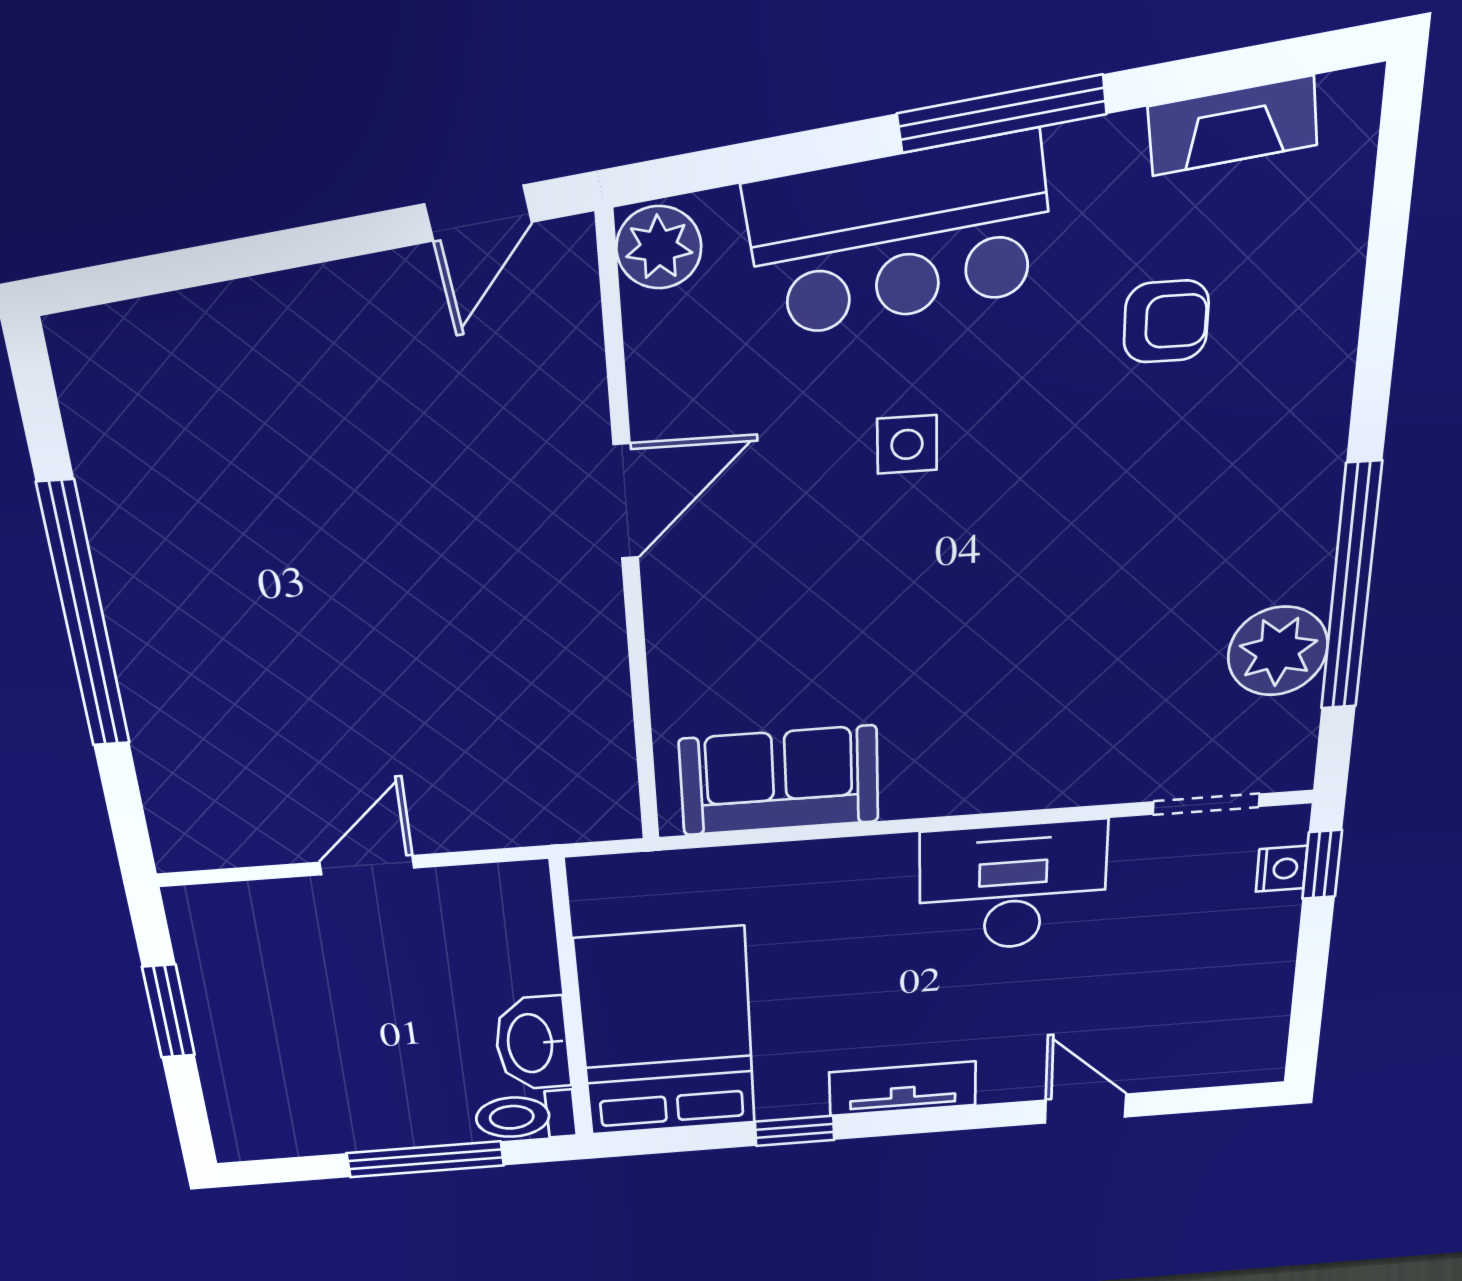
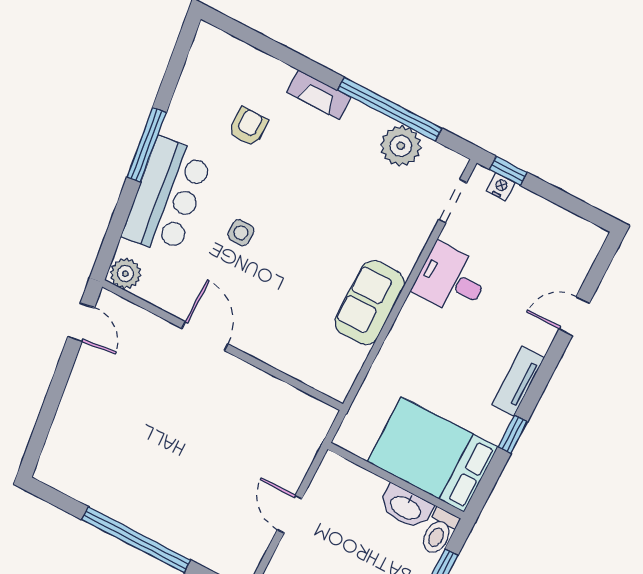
fireplace: (1233, 126) -> (319, 95), moved, turned 97
sofa: (779, 781) -> (370, 303), moved
desk: (1013, 887) -> (451, 280), width x0.73

